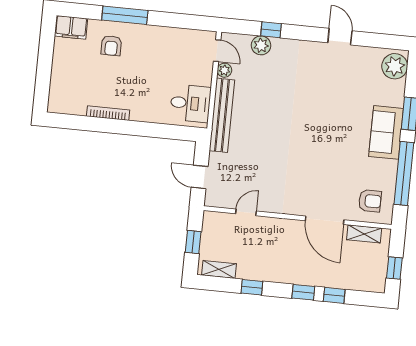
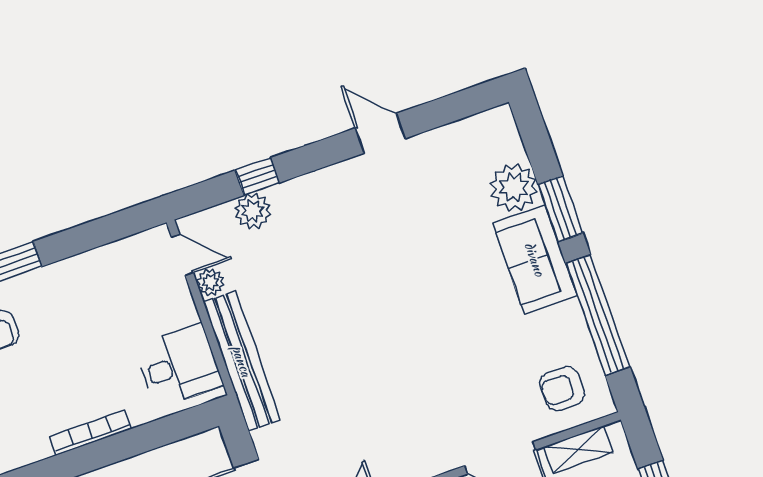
plant: (395, 66) -> (514, 187), moved
bookcase: (108, 113) -> (90, 433), moved
armchair: (370, 201) -> (562, 389), turned 180

